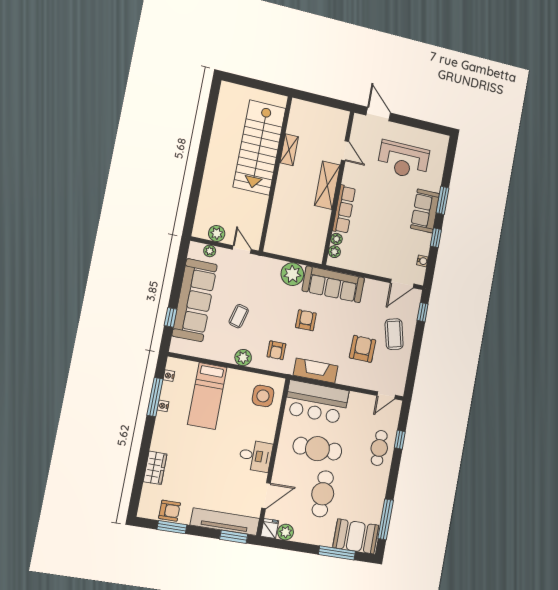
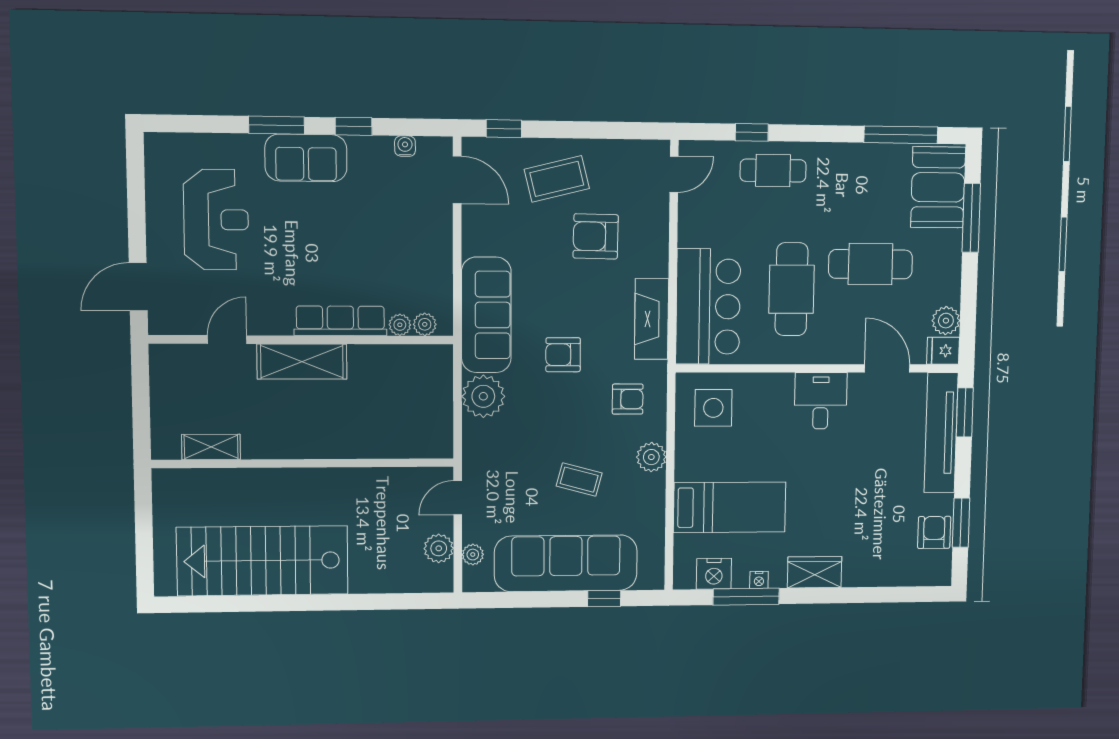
stairs: (259, 148) -> (263, 561), moved, turned 180
shelving: (289, 150) -> (211, 447), moved
nightstand: (169, 376) -> (714, 574), width x1.89, depth x1.79
door: (386, 395) -> (674, 174), hinge flipped
wardrobe: (155, 468) -> (815, 572), moved

